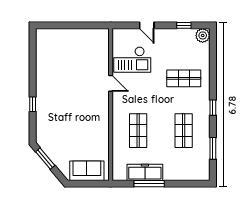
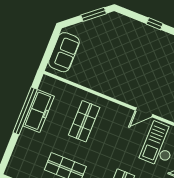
shop shelf: (138, 131) -> (84, 121), turned 90
window: (149, 184) -> (25, 111), width x1.46

